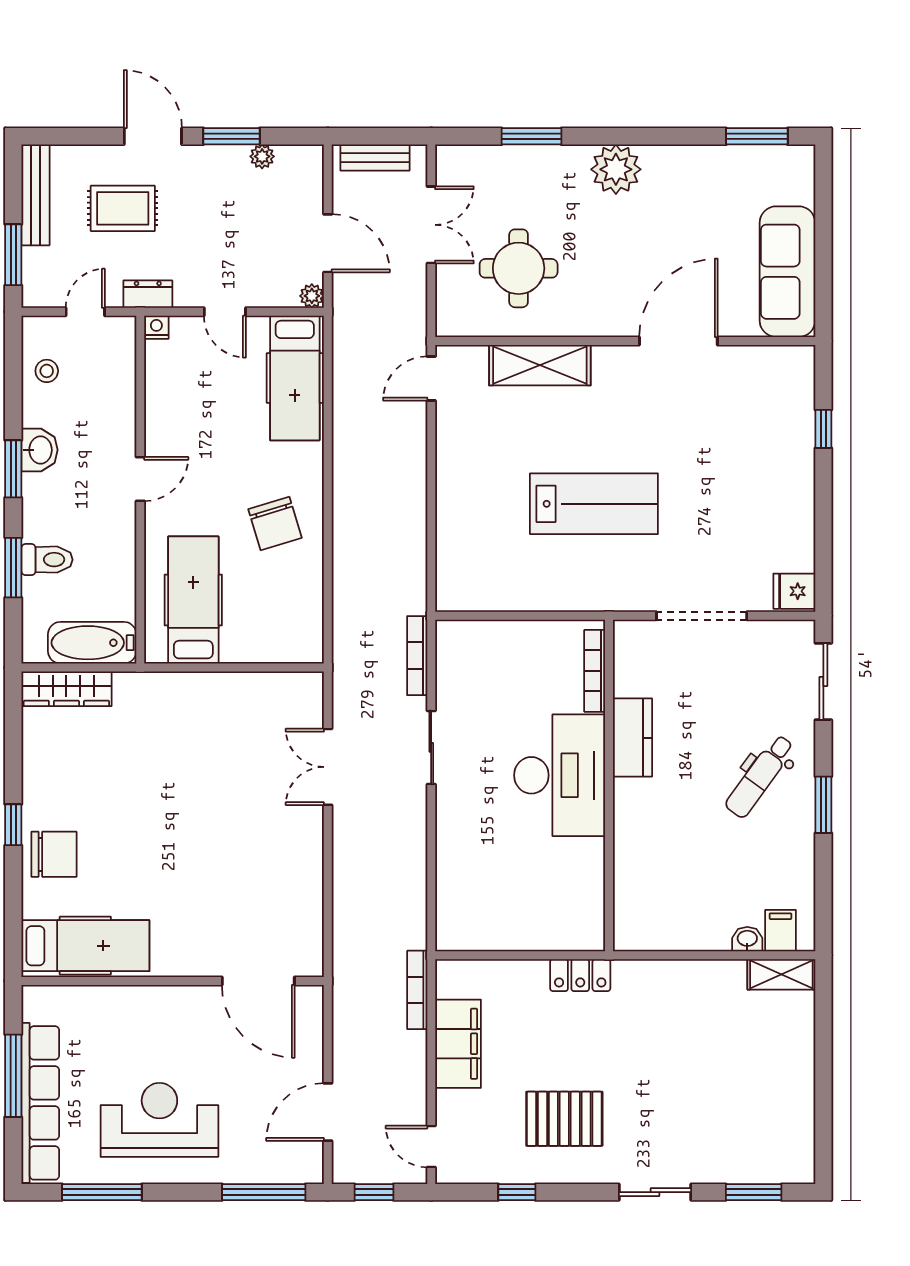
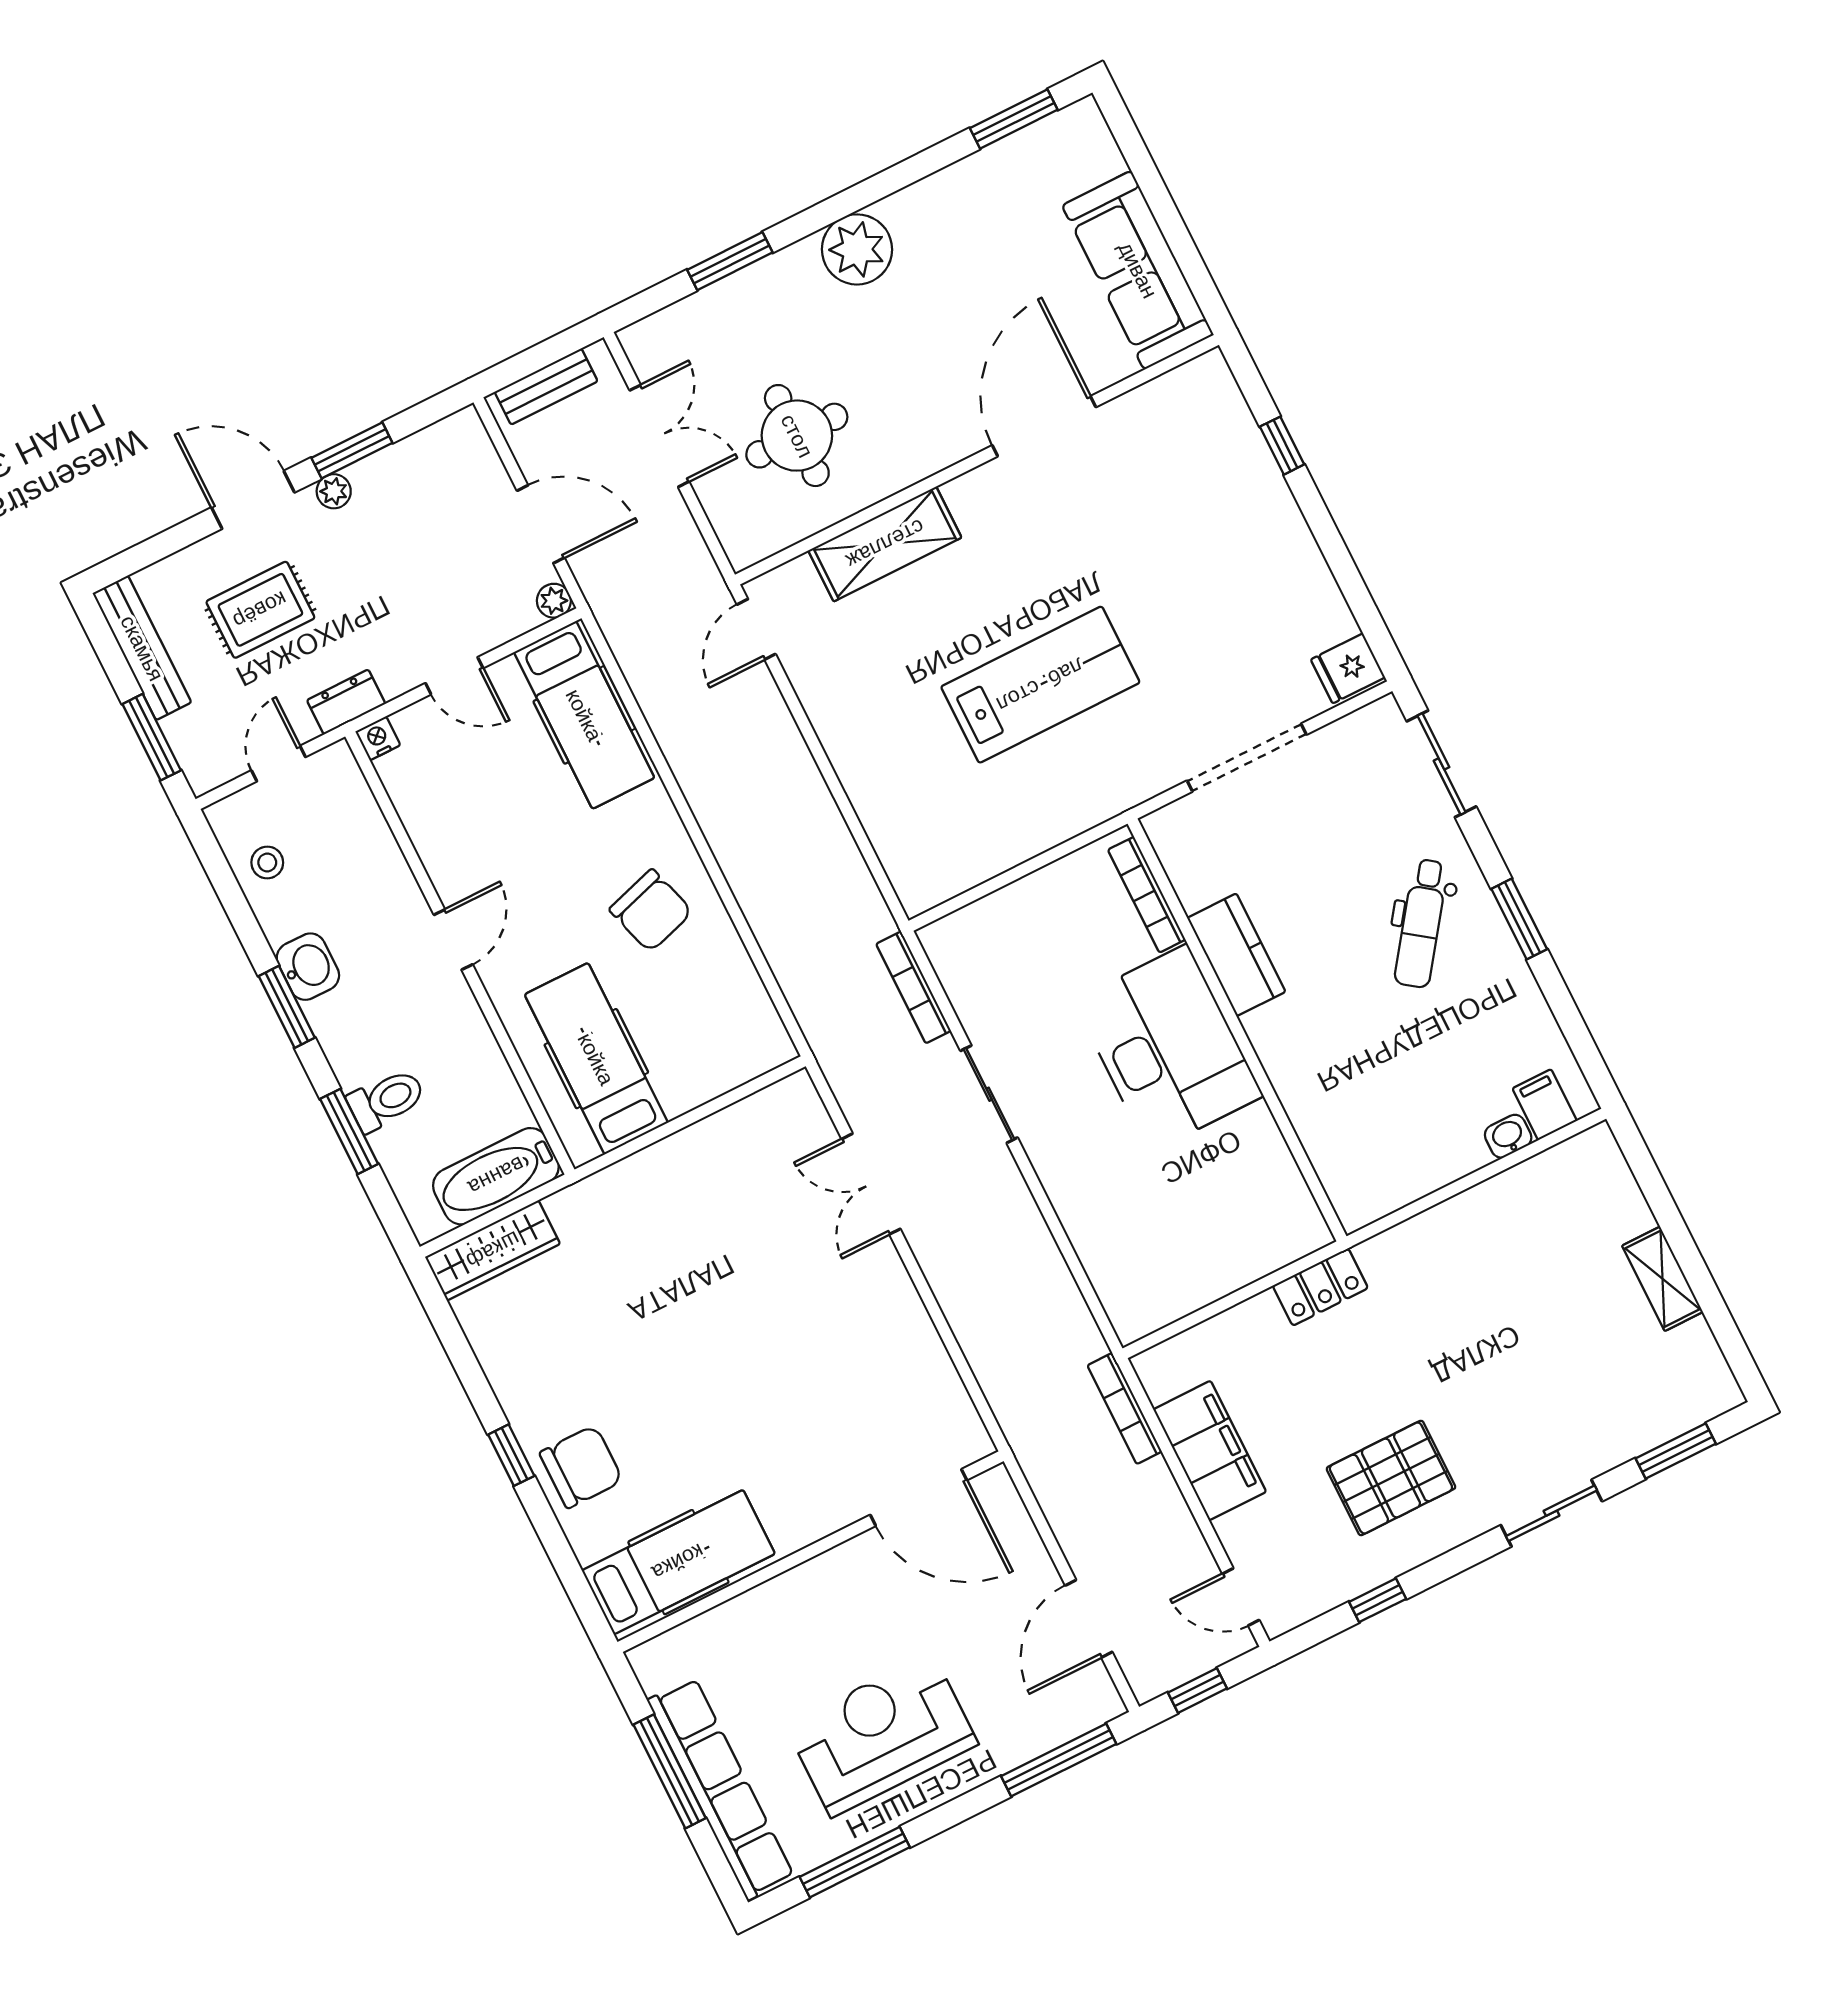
plant: (262, 156) -> (334, 491), moved
shelving: (781, 974) -> (1663, 1279), moved, turned 90

